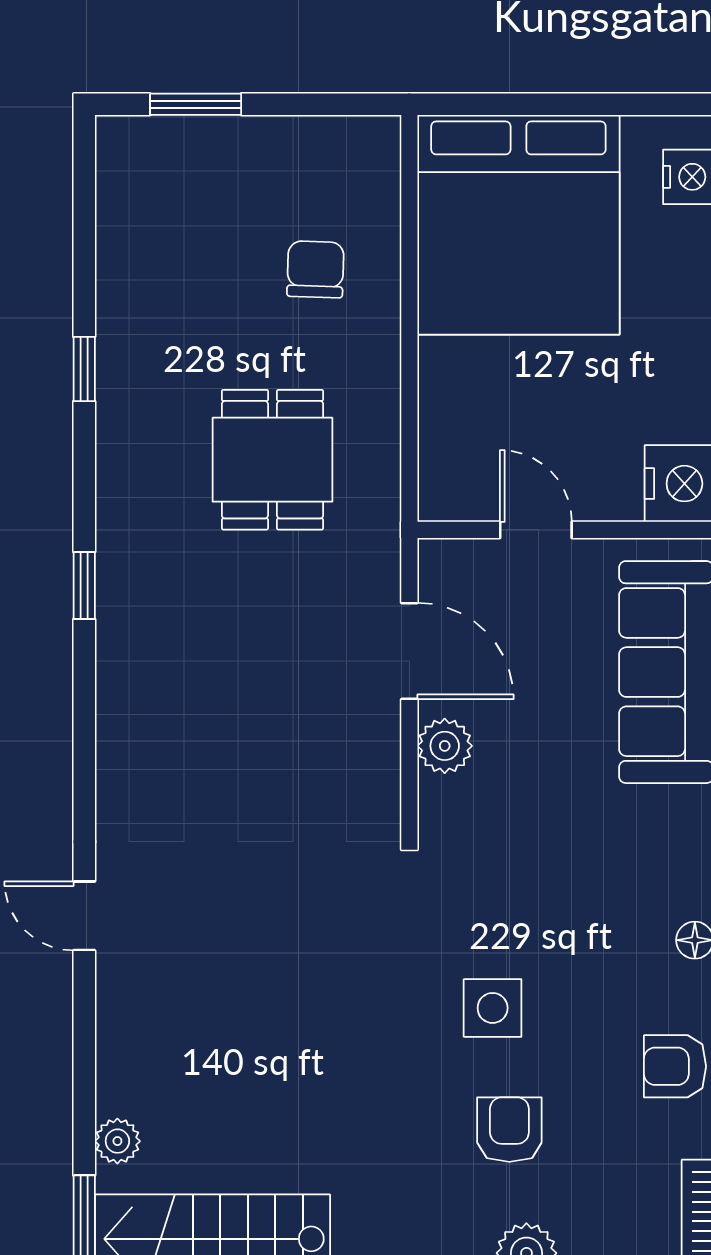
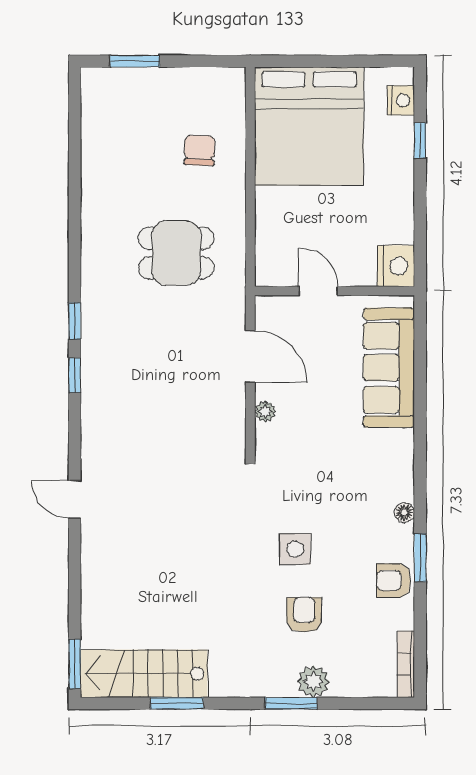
window: (84, 369) -> (75, 375), moved
dining table: (273, 460) -> (176, 253), turned 90
plant: (445, 746) -> (265, 412), width x0.73, depth x0.73
plant: (117, 1141) -> (93, 621), removed

